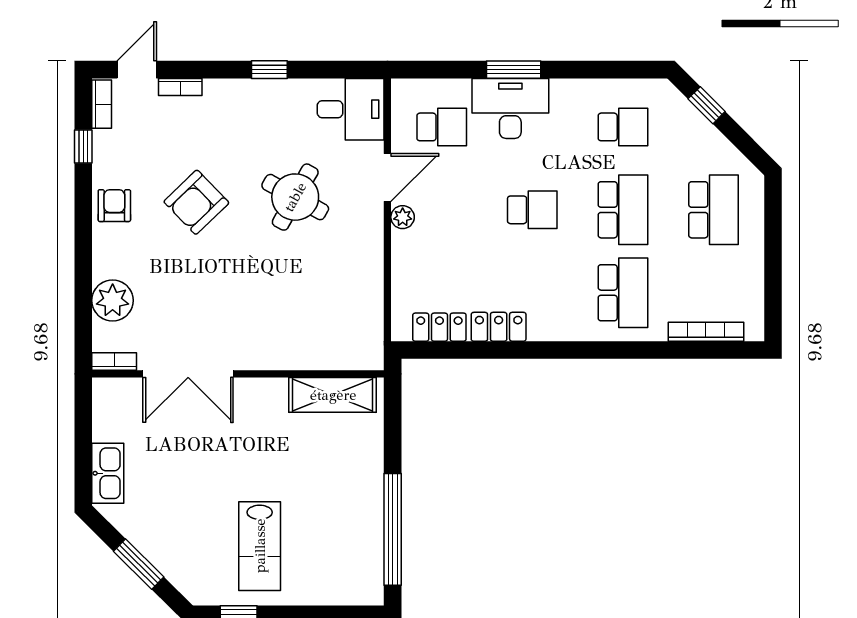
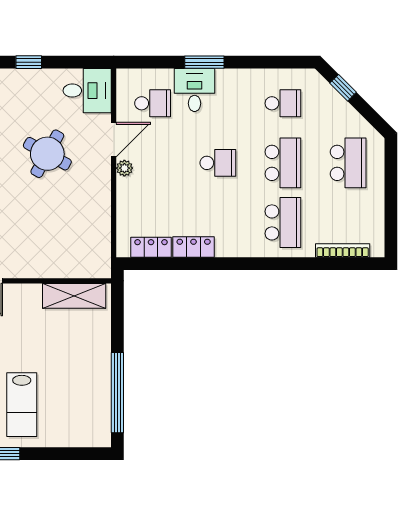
desk: (510, 108) -> (194, 90), width x0.73

